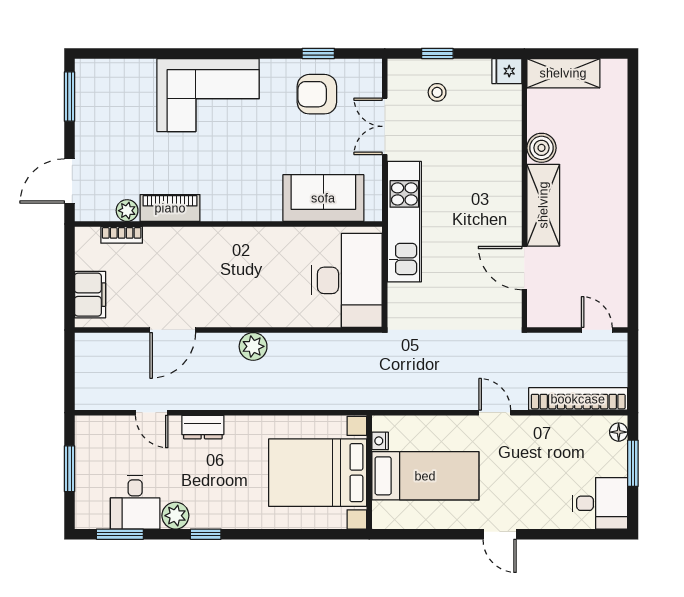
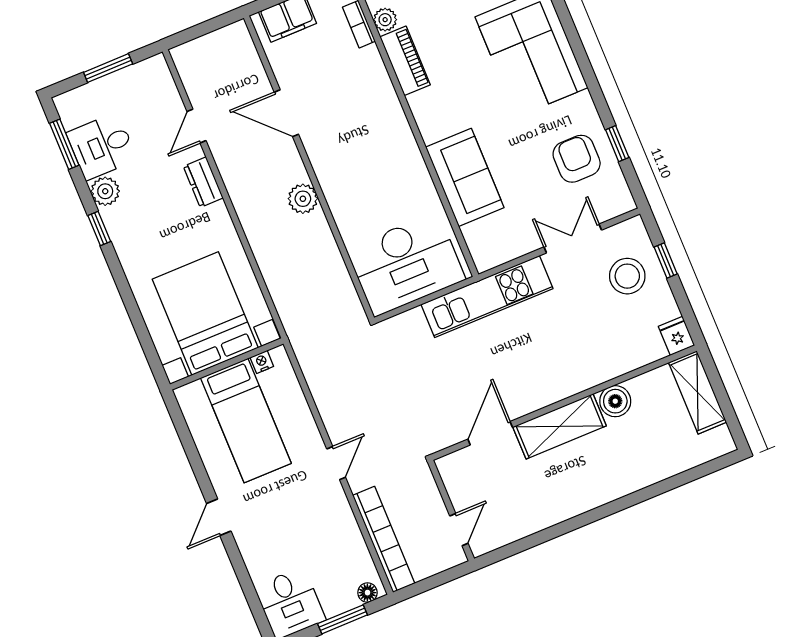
stool: (437, 92) -> (627, 276), width x1.89, depth x1.89
sofa: (323, 198) -> (465, 177), moved

